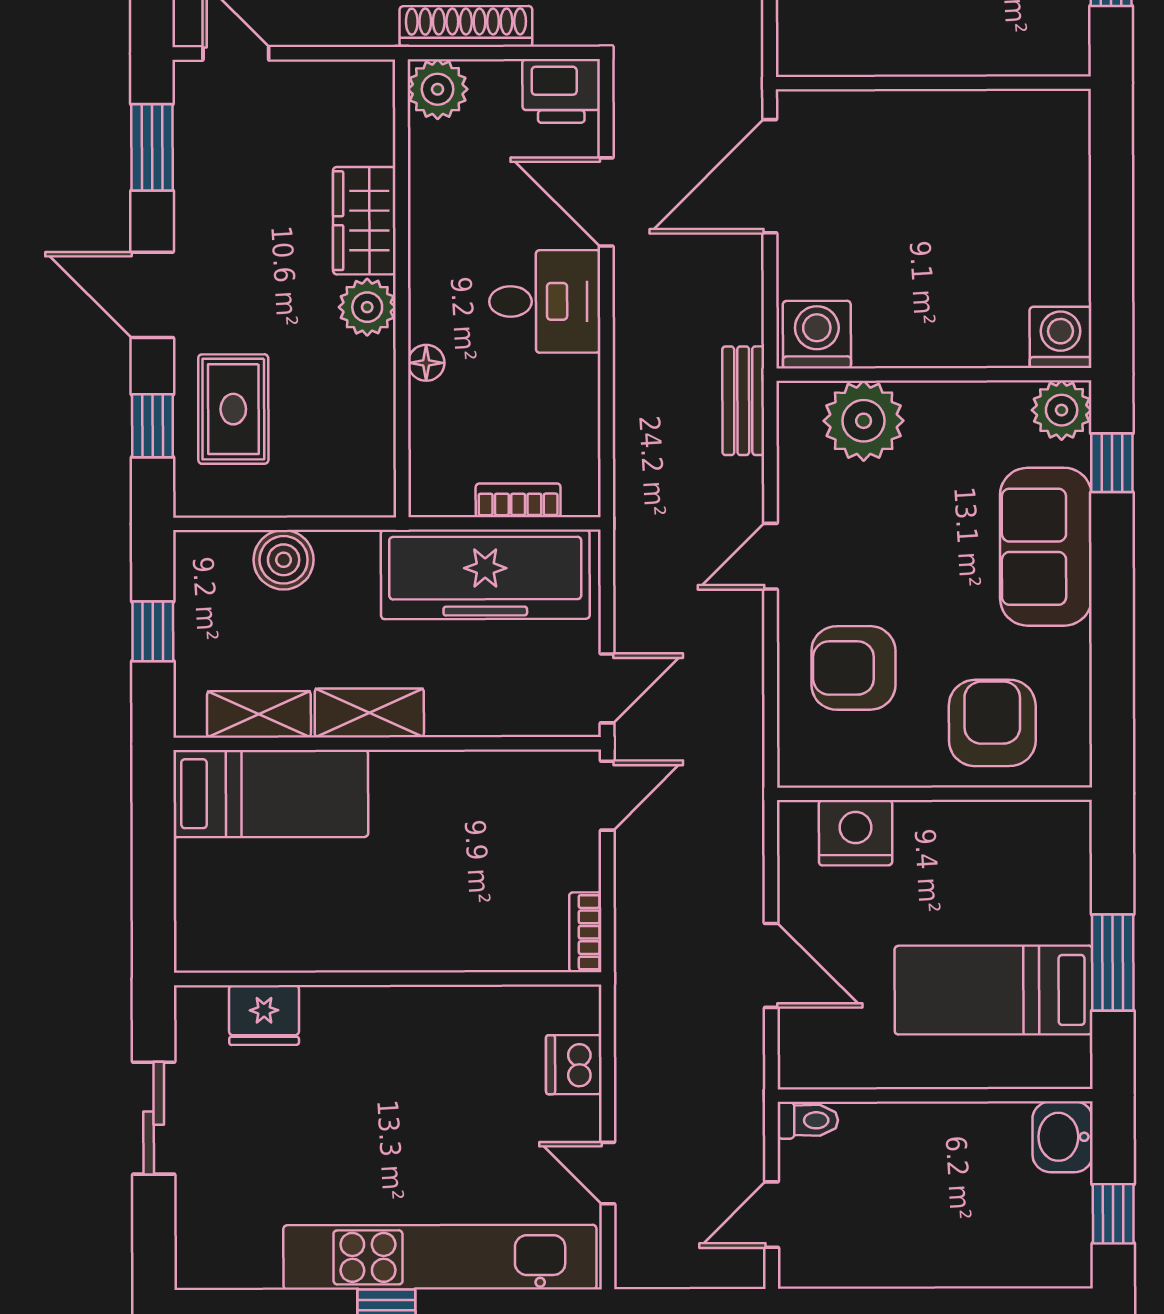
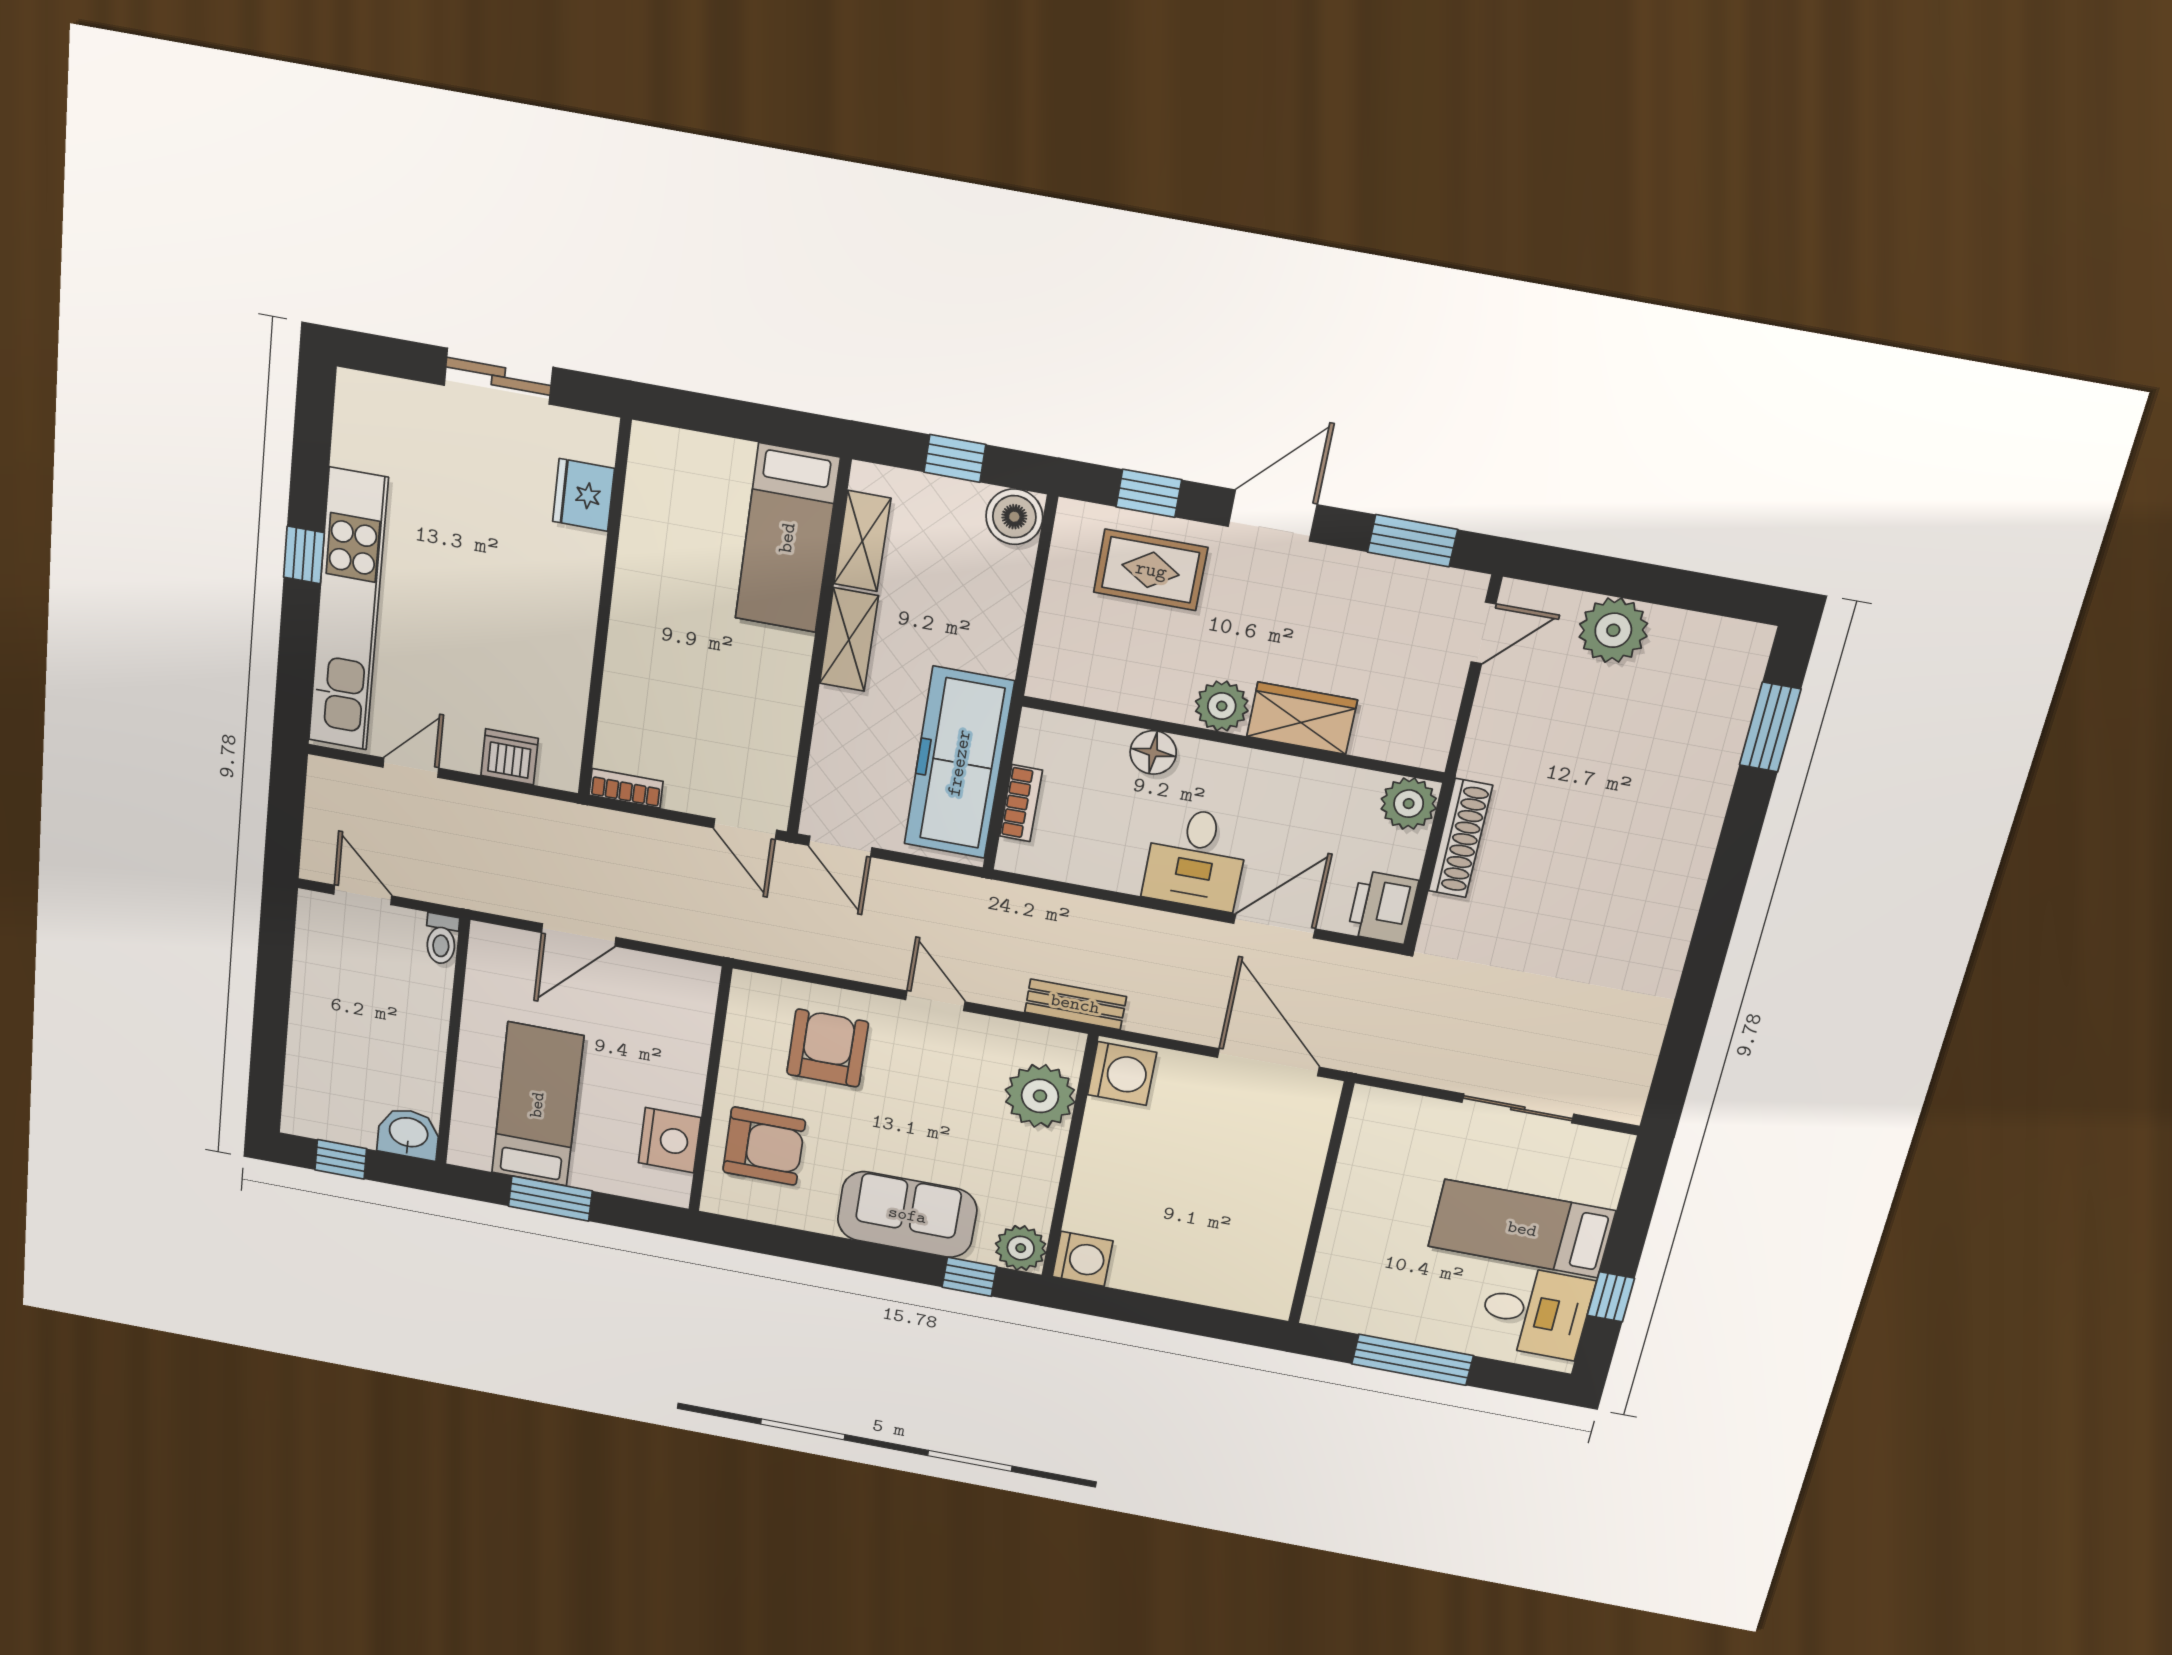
floor lamp: (426, 363) -> (1153, 752), width x1.37, depth x1.37
boiler: (284, 560) -> (1014, 517), moved
nightstand: (856, 833) -> (670, 1140), moved

